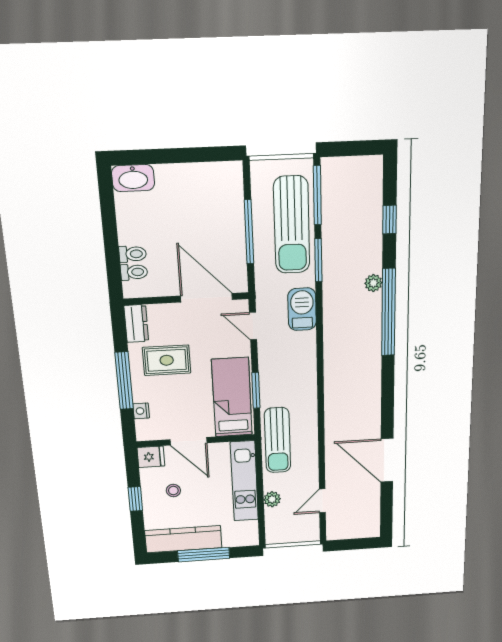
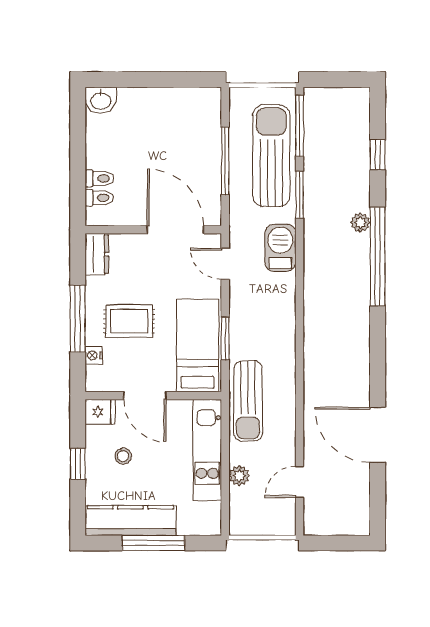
washbasin: (133, 178) -> (101, 100), width x0.72
sun lounger: (292, 225) -> (271, 156), turned 180
rug: (167, 360) -> (129, 321), moved

